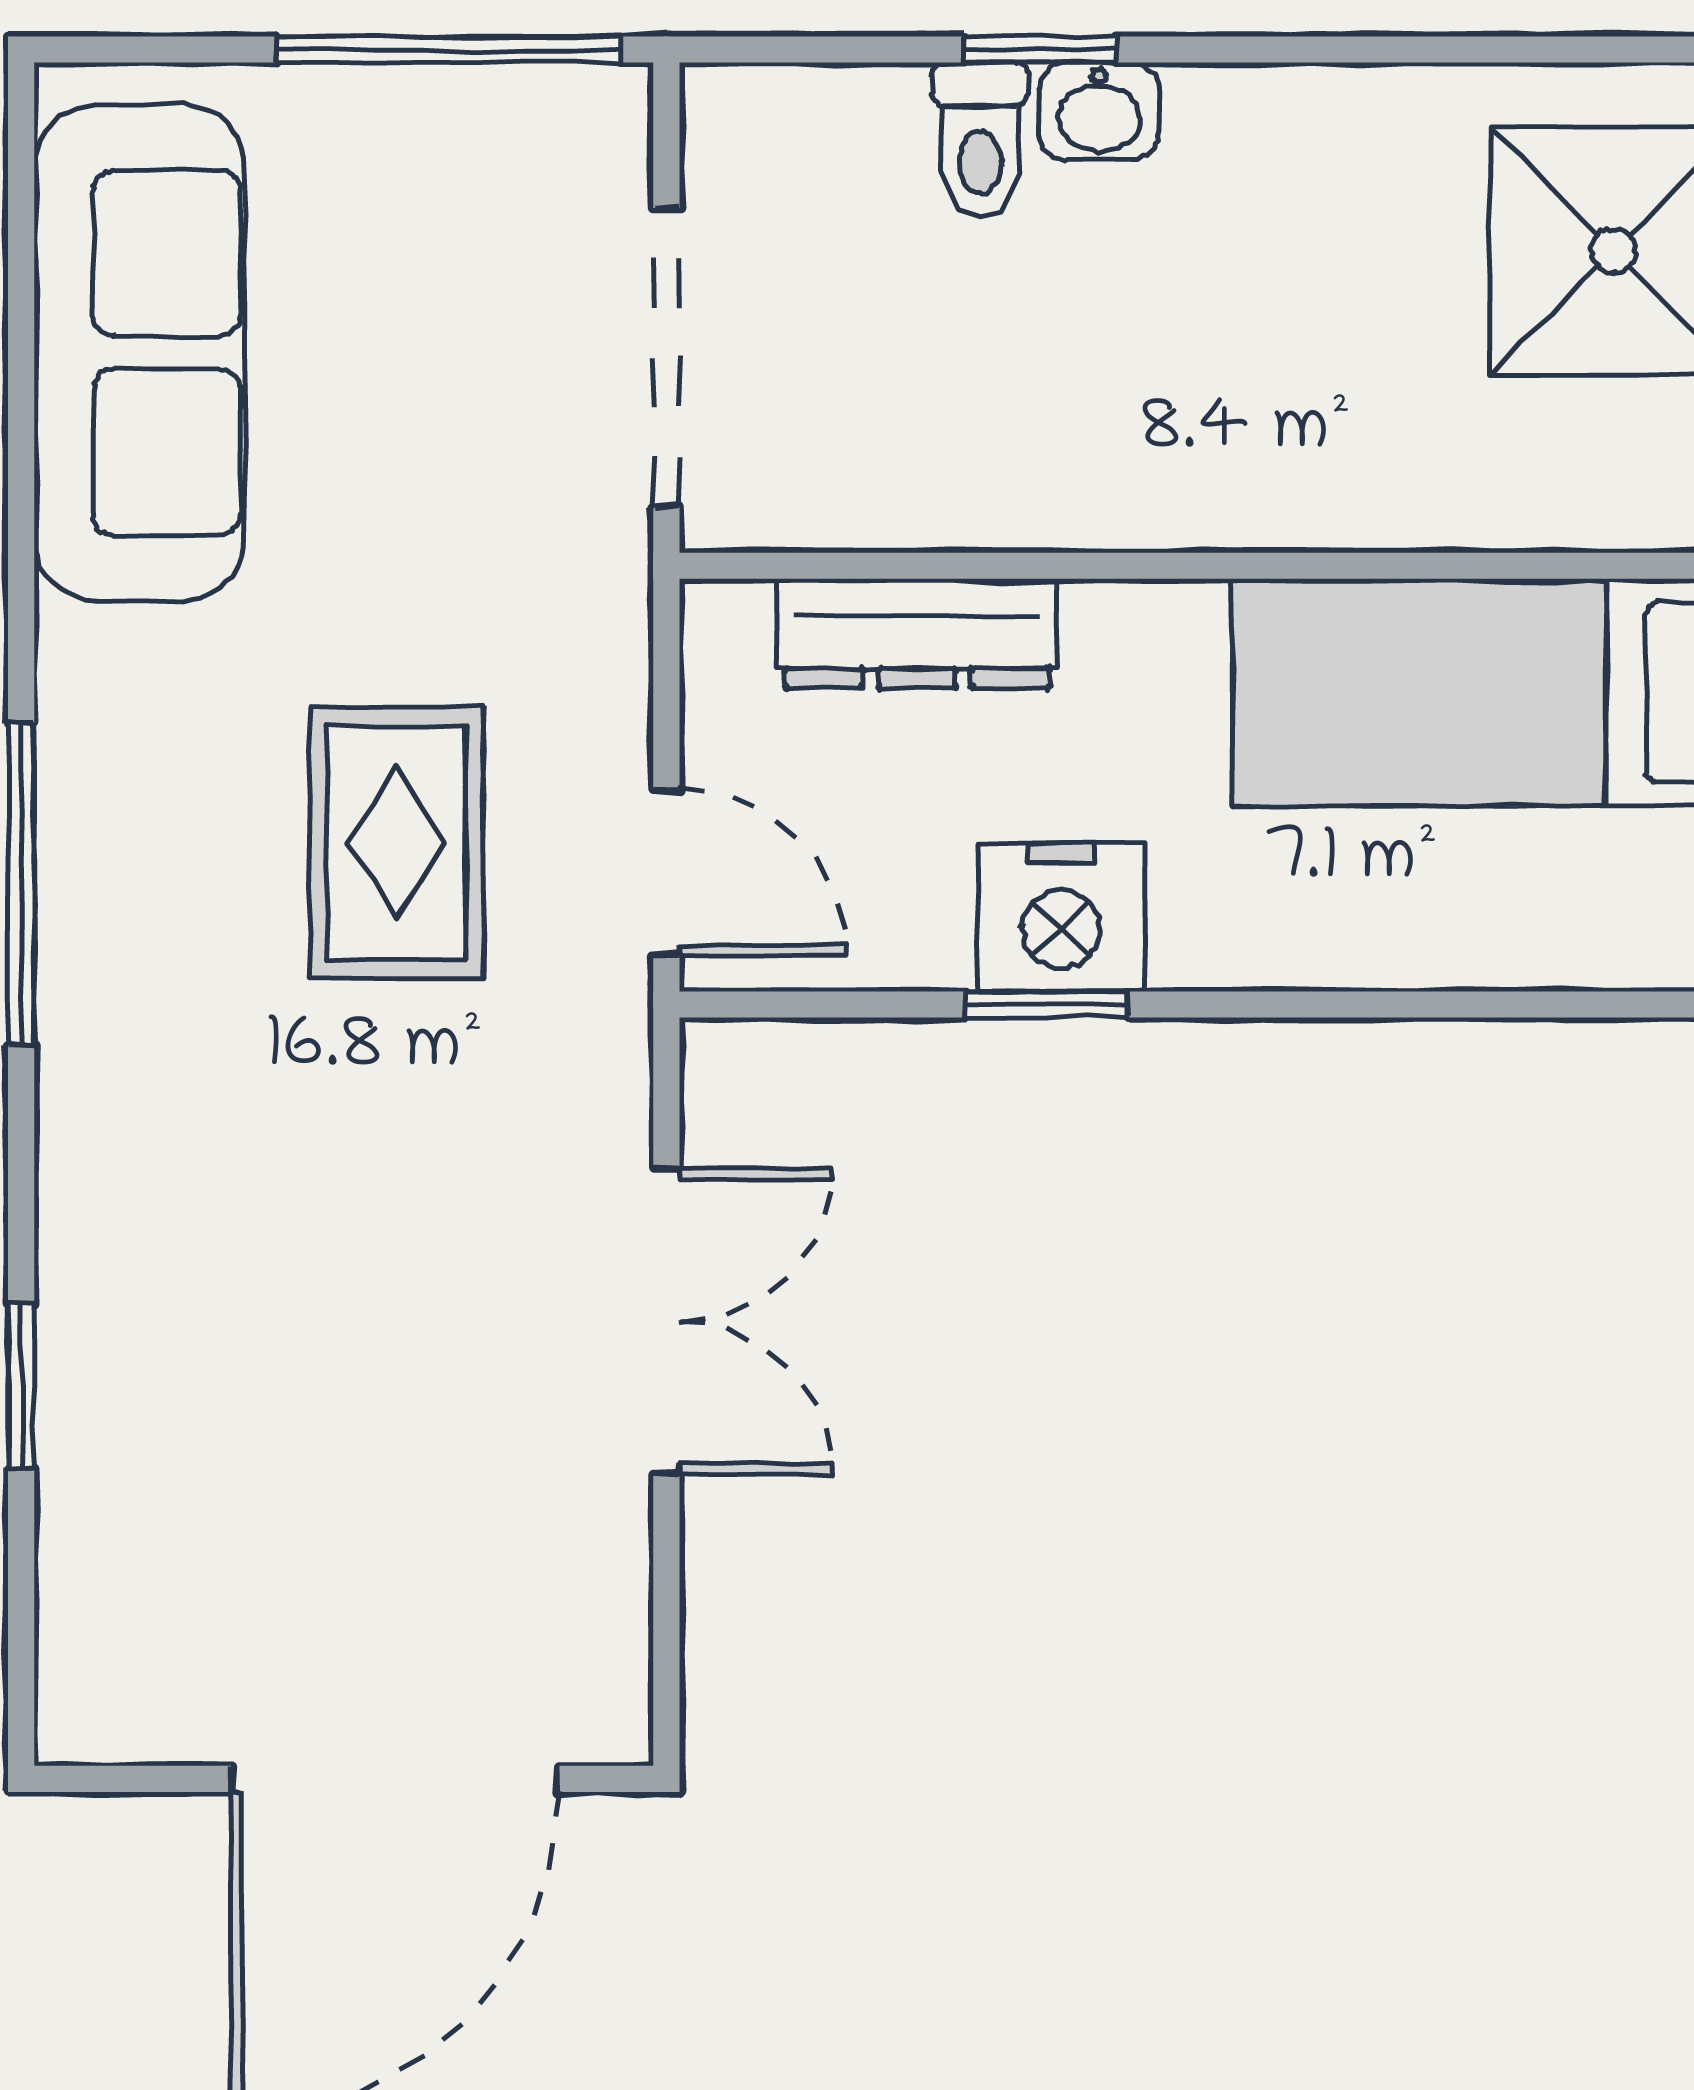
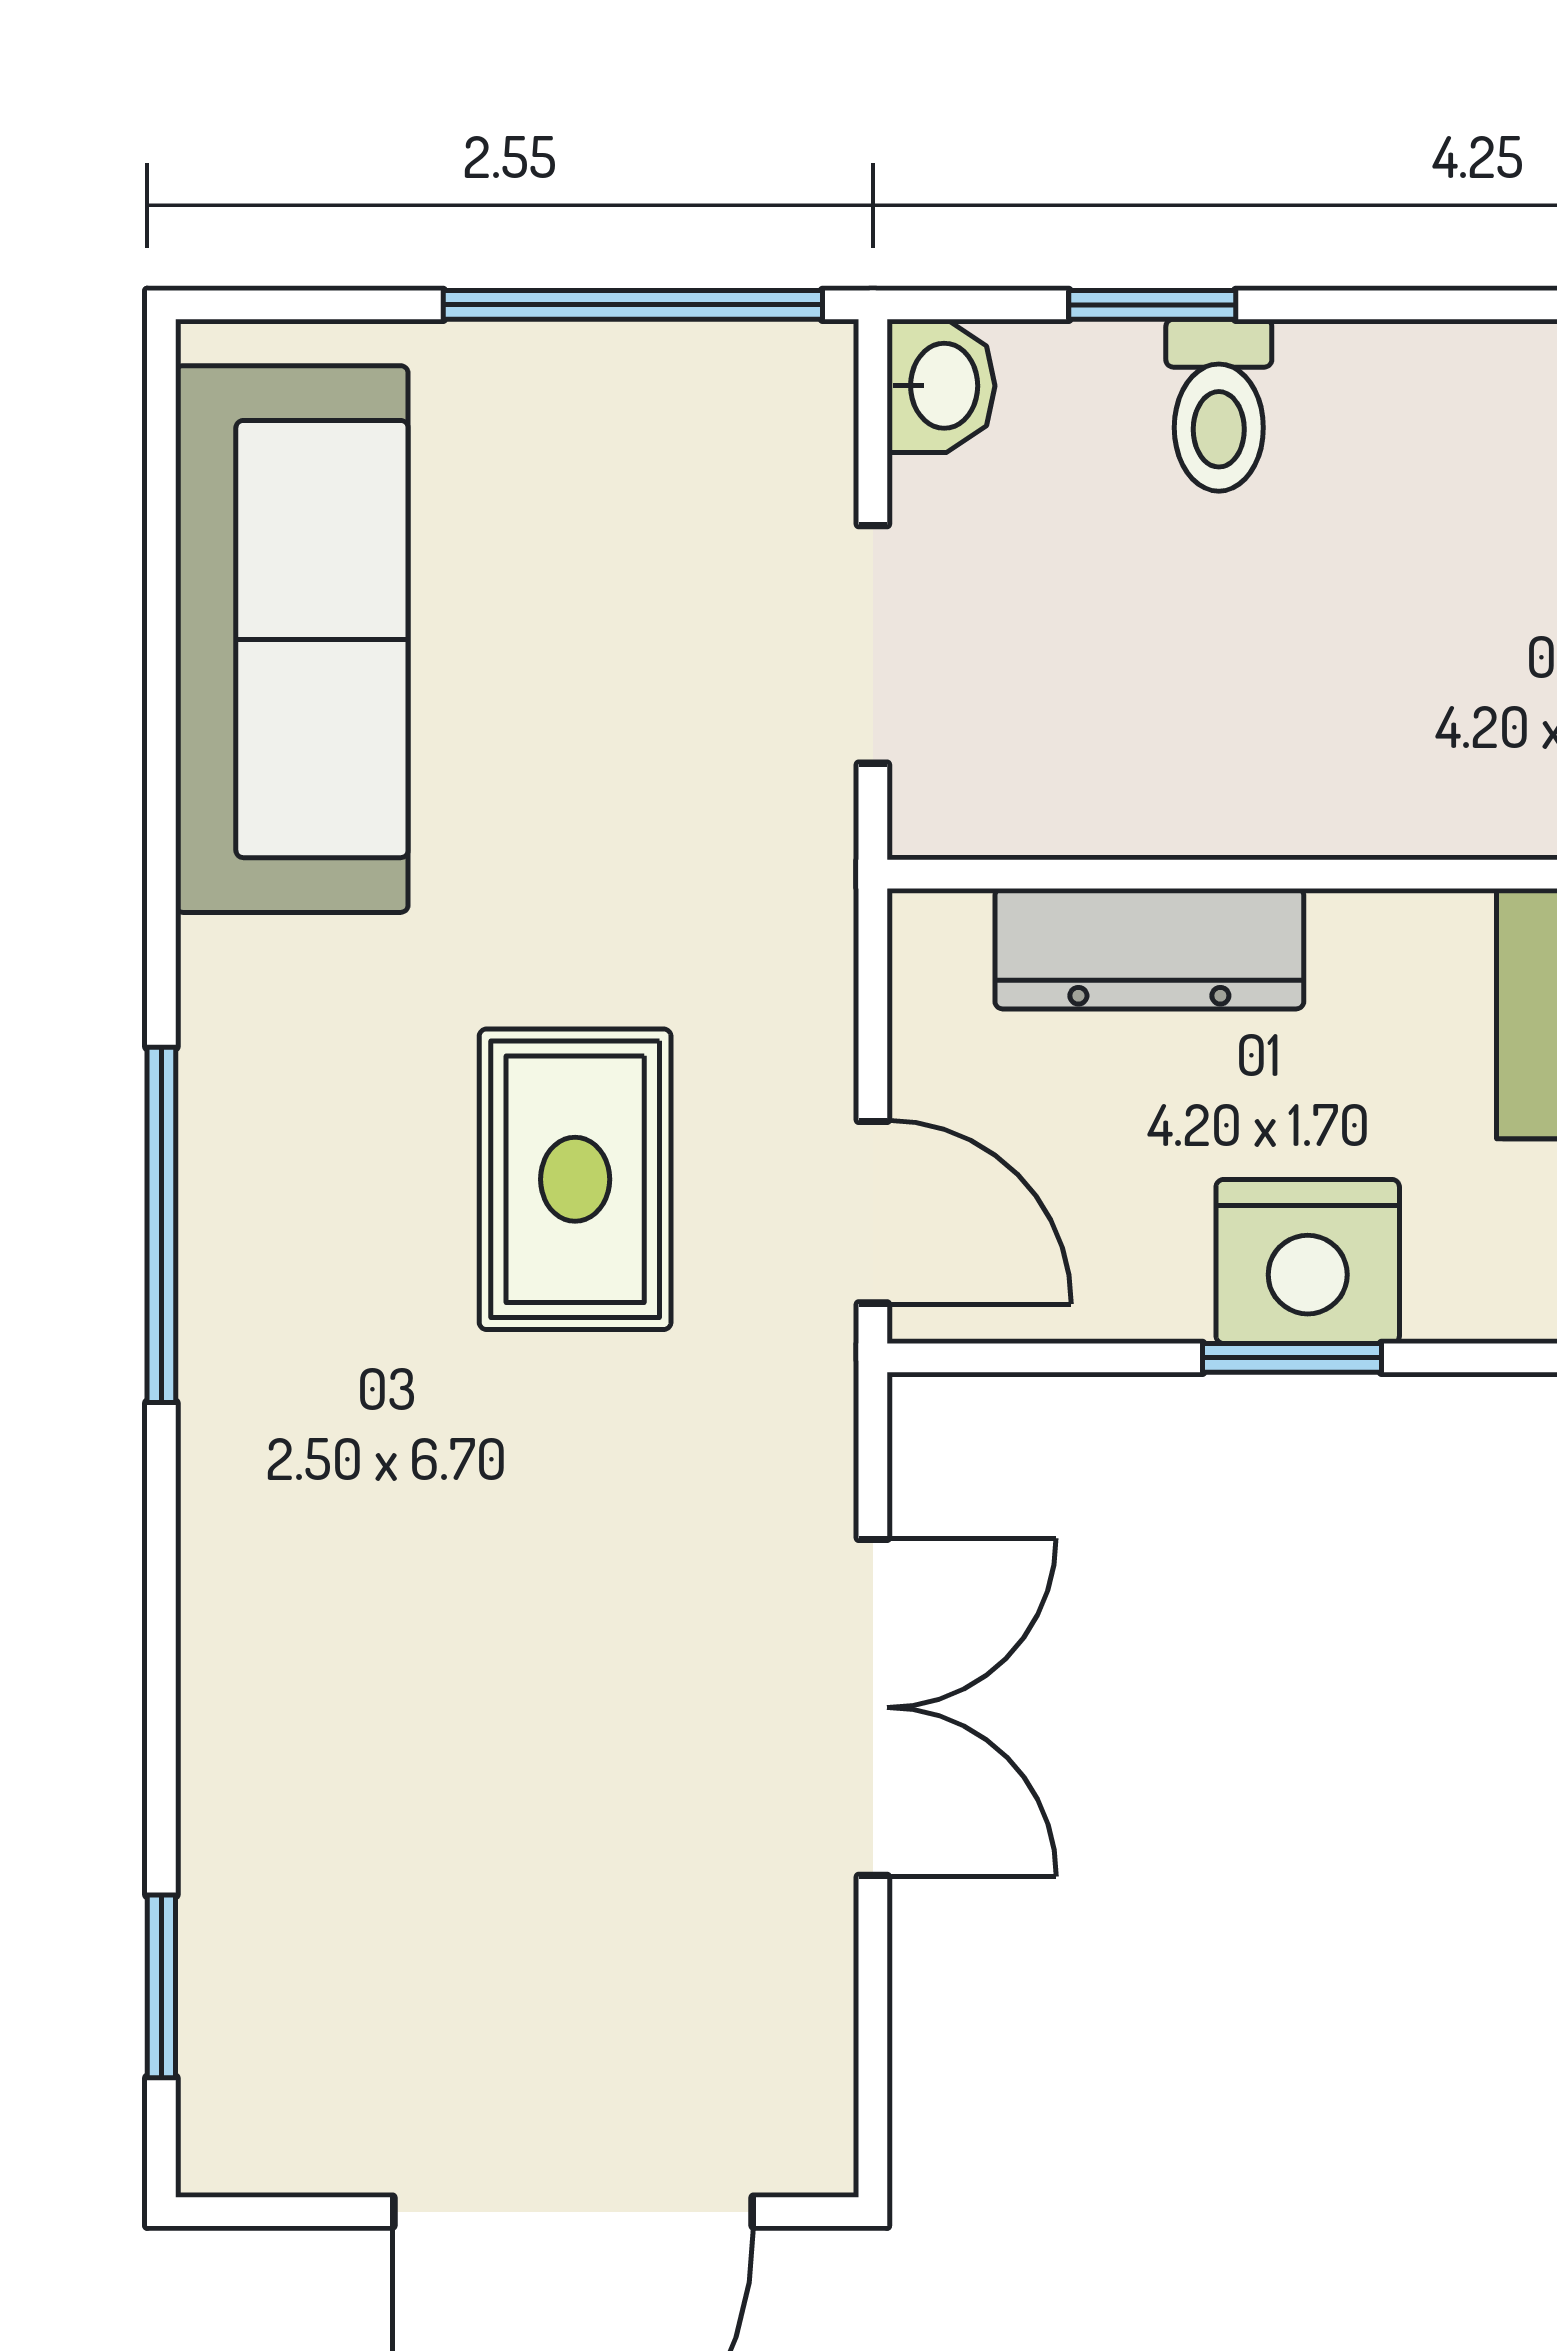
window: (1040, 50) -> (1152, 305), moved
washbasin: (1099, 111) -> (941, 386), moved, turned -90
doorway: (666, 358) -> (873, 644), width x0.73
window: (21, 1386) -> (161, 1986), moved

